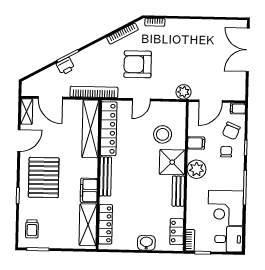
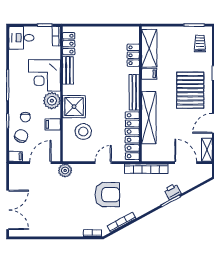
shelving: (90, 129) -> (149, 118), moved
filing cabinet: (89, 190) -> (149, 74), width x0.50
bench: (178, 191) -> (68, 70), moved
corner desk: (226, 208) -> (44, 75), moved, turned 180
locker: (106, 224) -> (133, 55), width x0.66
washbasin: (146, 243) -> (96, 33), removed

